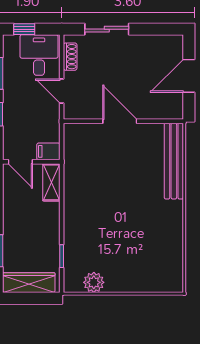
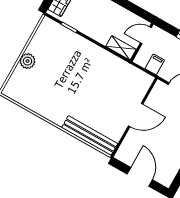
filing cabinet: (48, 151) -> (155, 64), moved
plant: (94, 282) -> (27, 61), moved

